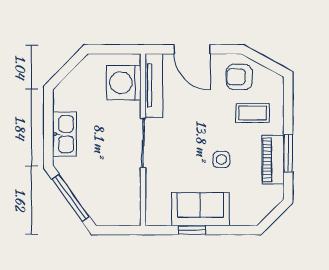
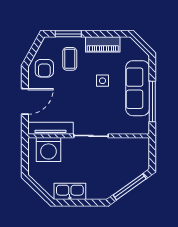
kitchen sink: (64, 134) -> (70, 191), moved
window: (288, 153) -> (68, 34), moved
sofa: (200, 209) -> (138, 88), width x1.36
window: (192, 230) -> (152, 102), width x2.17

